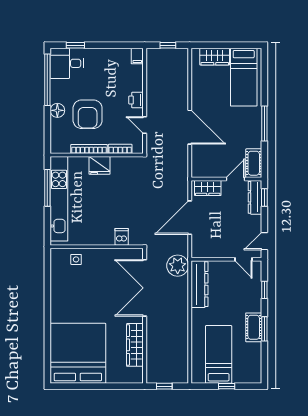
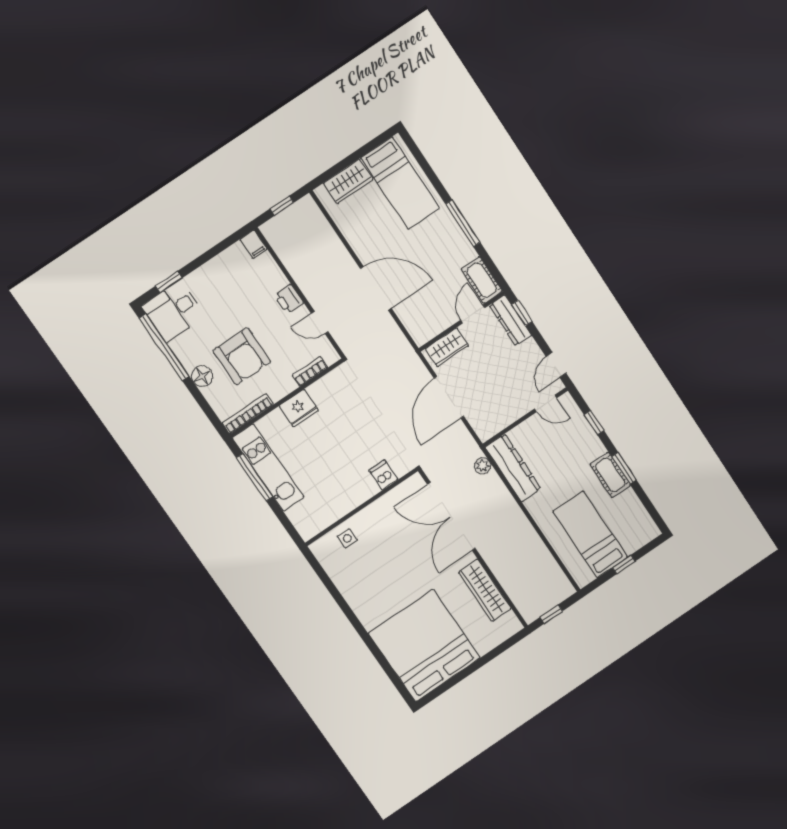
bookcase: (89, 149) -> (248, 414), moved
kitchen unit: (59, 199) -> (268, 468), width x0.73
plant: (178, 266) -> (483, 466), width x0.53, depth x0.53

